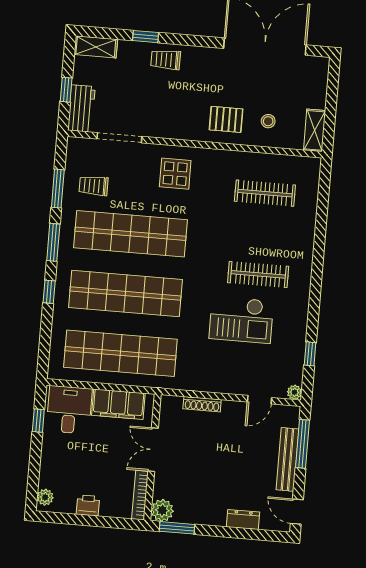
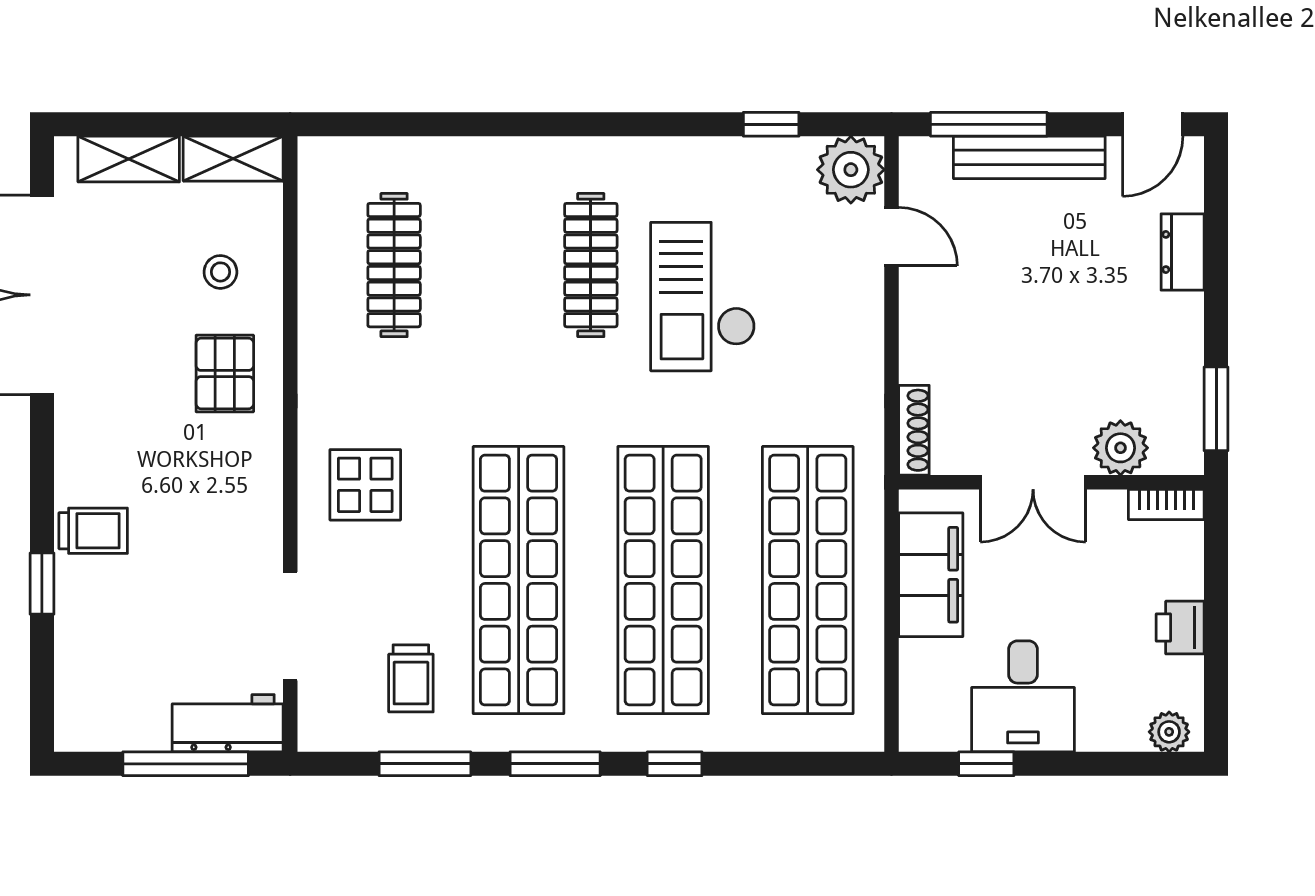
shelving: (96, 47) -> (129, 159), moved, turned 90
trolley: (166, 60) -> (93, 531), turned -90
window: (66, 90) -> (186, 764), width x2.17
checkout: (241, 320) -> (703, 297), turned 180
plant: (294, 392) -> (851, 170), width x1.88, depth x1.88
shoe rack: (202, 404) -> (914, 430), moved
desk: (69, 410) -> (1023, 696), moved, turned -90
bookcase: (140, 495) -> (1166, 504), width x0.64
plant: (162, 510) -> (1120, 448), moved

